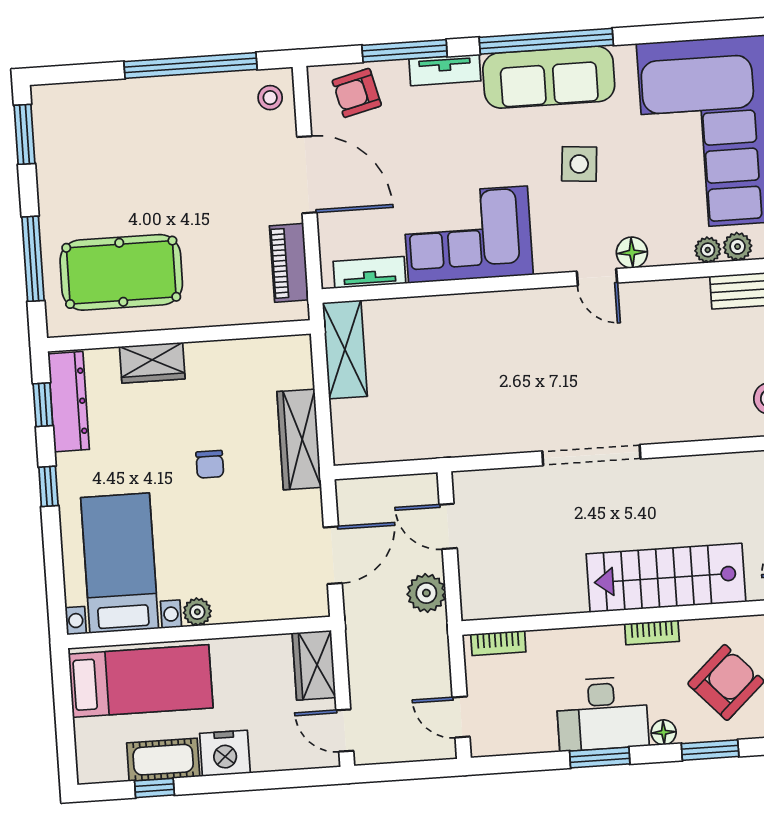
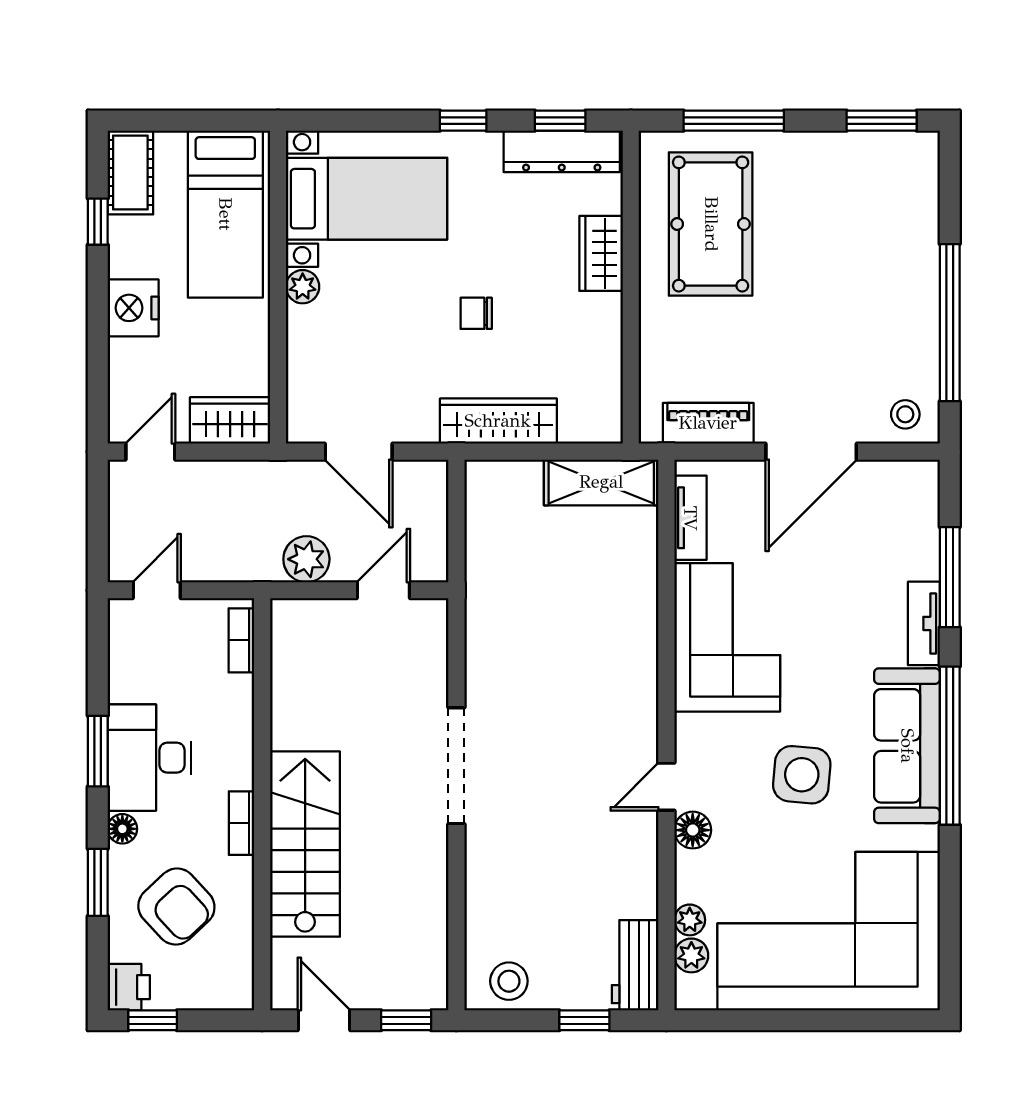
armchair: (357, 93) -> (904, 517), removed
side table: (579, 164) -> (802, 775), width x1.37, depth x1.37
cot: (163, 760) -> (130, 172), moved

